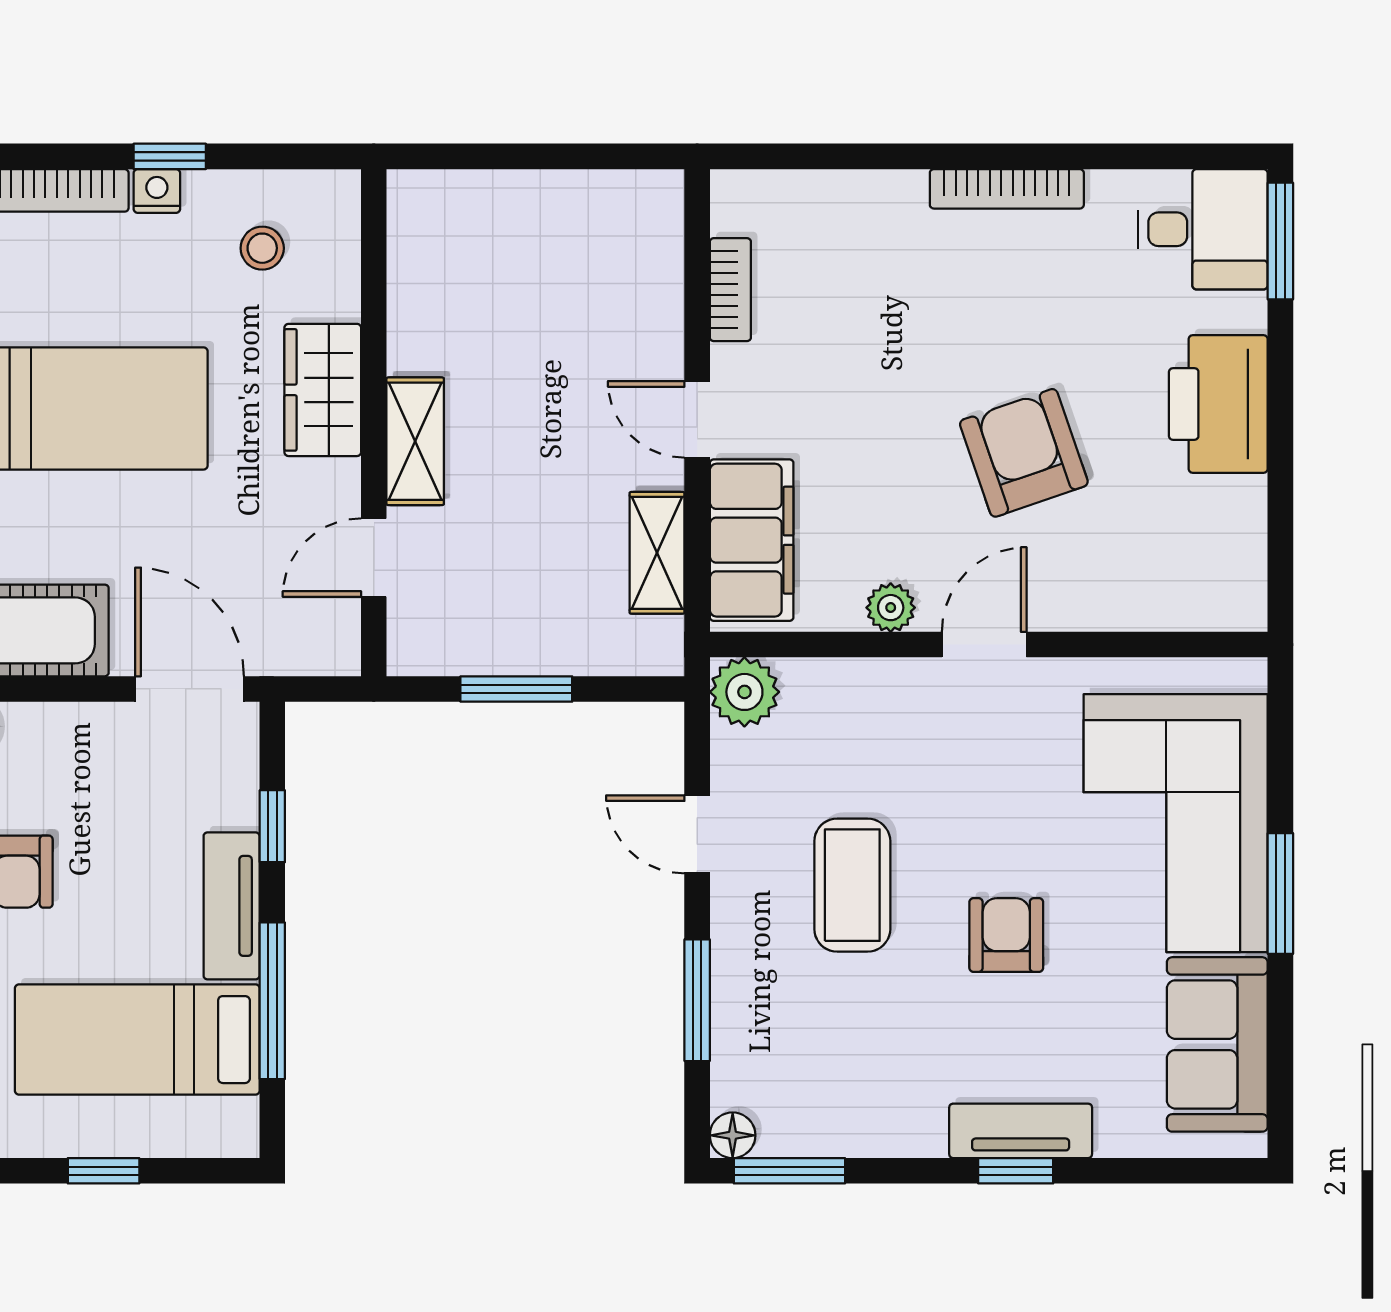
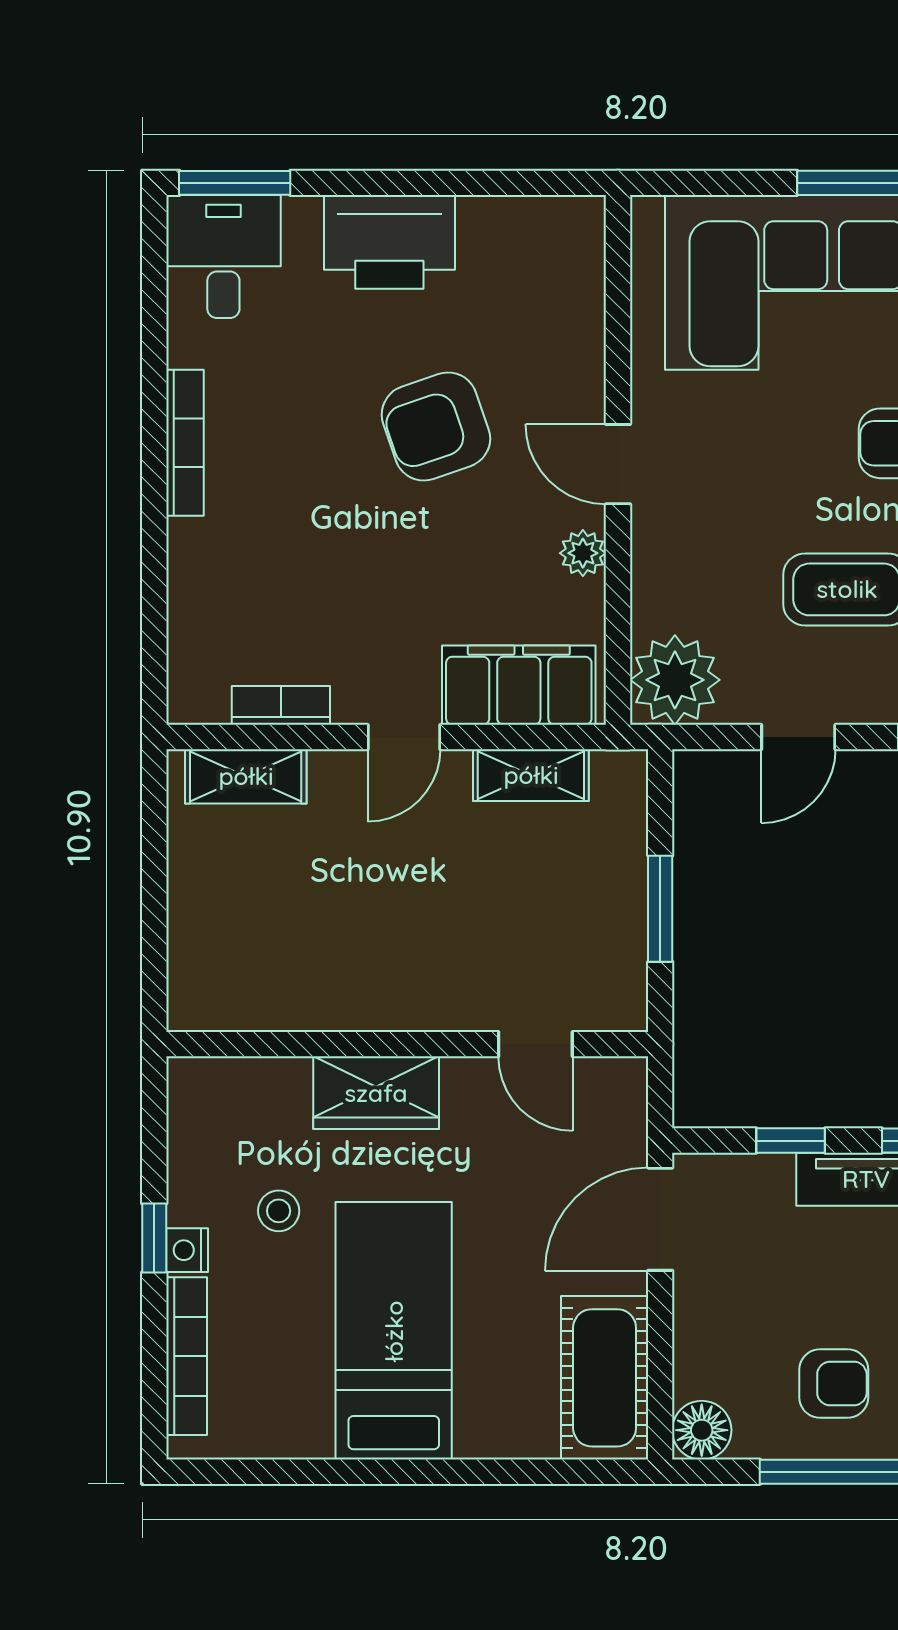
stool: (262, 248) -> (279, 1211), moved
shelving: (415, 441) -> (246, 776), moved
plant: (744, 692) -> (675, 680), width x1.36, depth x1.36

